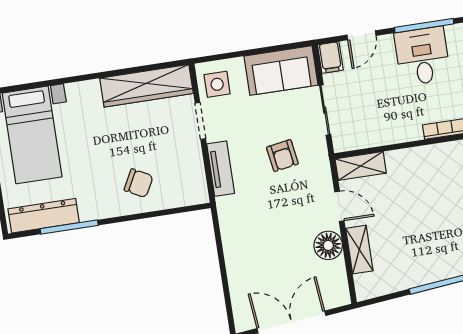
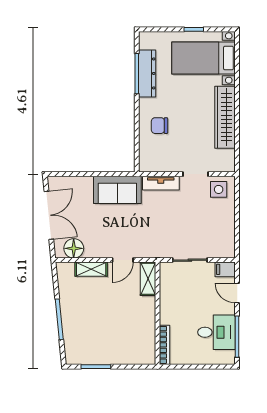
sofa: (281, 71) -> (117, 190), moved, turned -90
wardrobe: (146, 86) -> (225, 117), moved
armchair: (282, 156) -> (163, 226), removed
chair: (139, 183) -> (159, 126), turned 62
dresser: (44, 216) -> (147, 73), moved
floor lamp: (328, 245) -> (74, 248), moved

